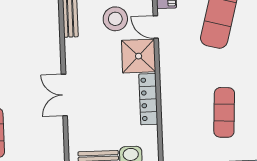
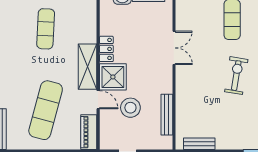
shelving: (170, 68) -> (88, 67), added
locker: (148, 99) -> (106, 49), width x0.66

